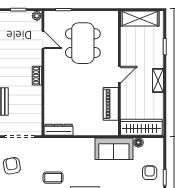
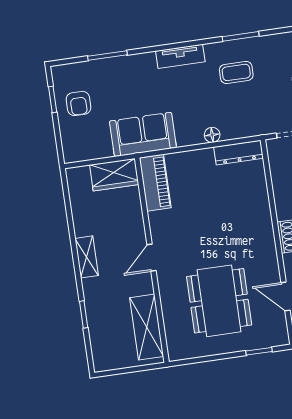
shelving: (140, 19) -> (147, 327), moved, turned 90
piano: (111, 104) -> (155, 183), moved
wardrobe: (141, 127) -> (114, 175), width x0.67
floor lamp: (138, 143) -> (212, 135), moved

